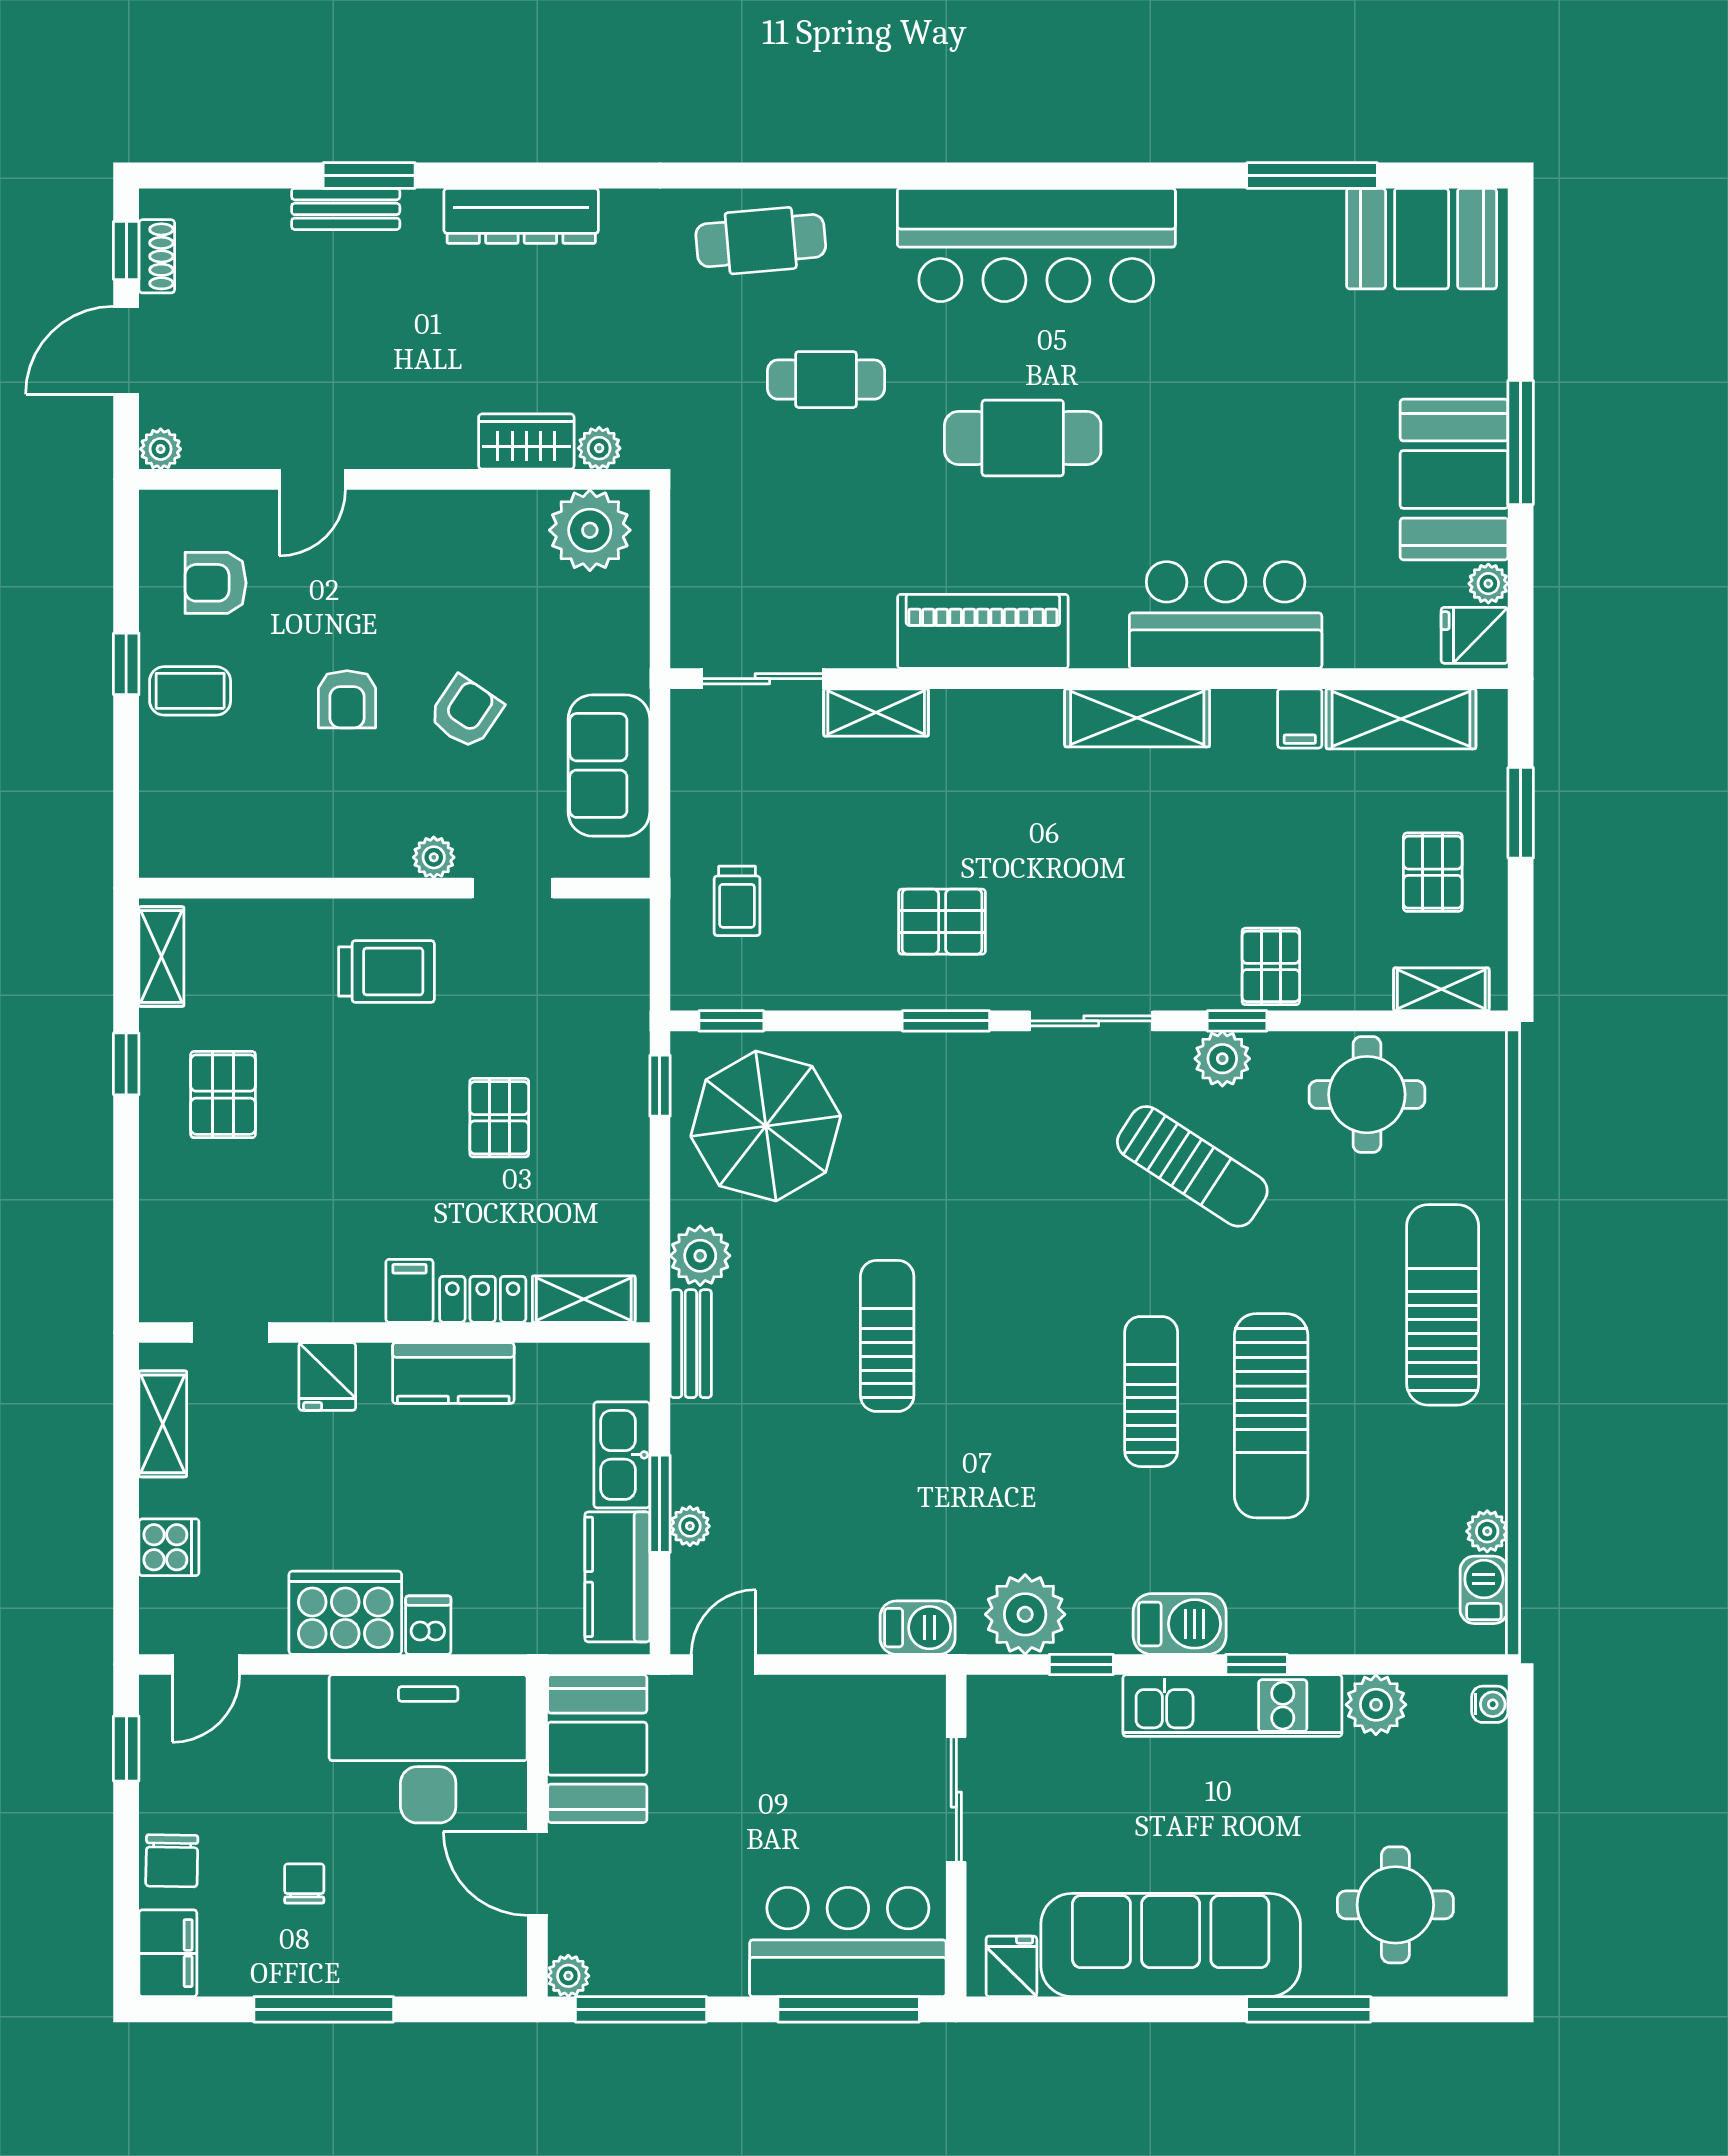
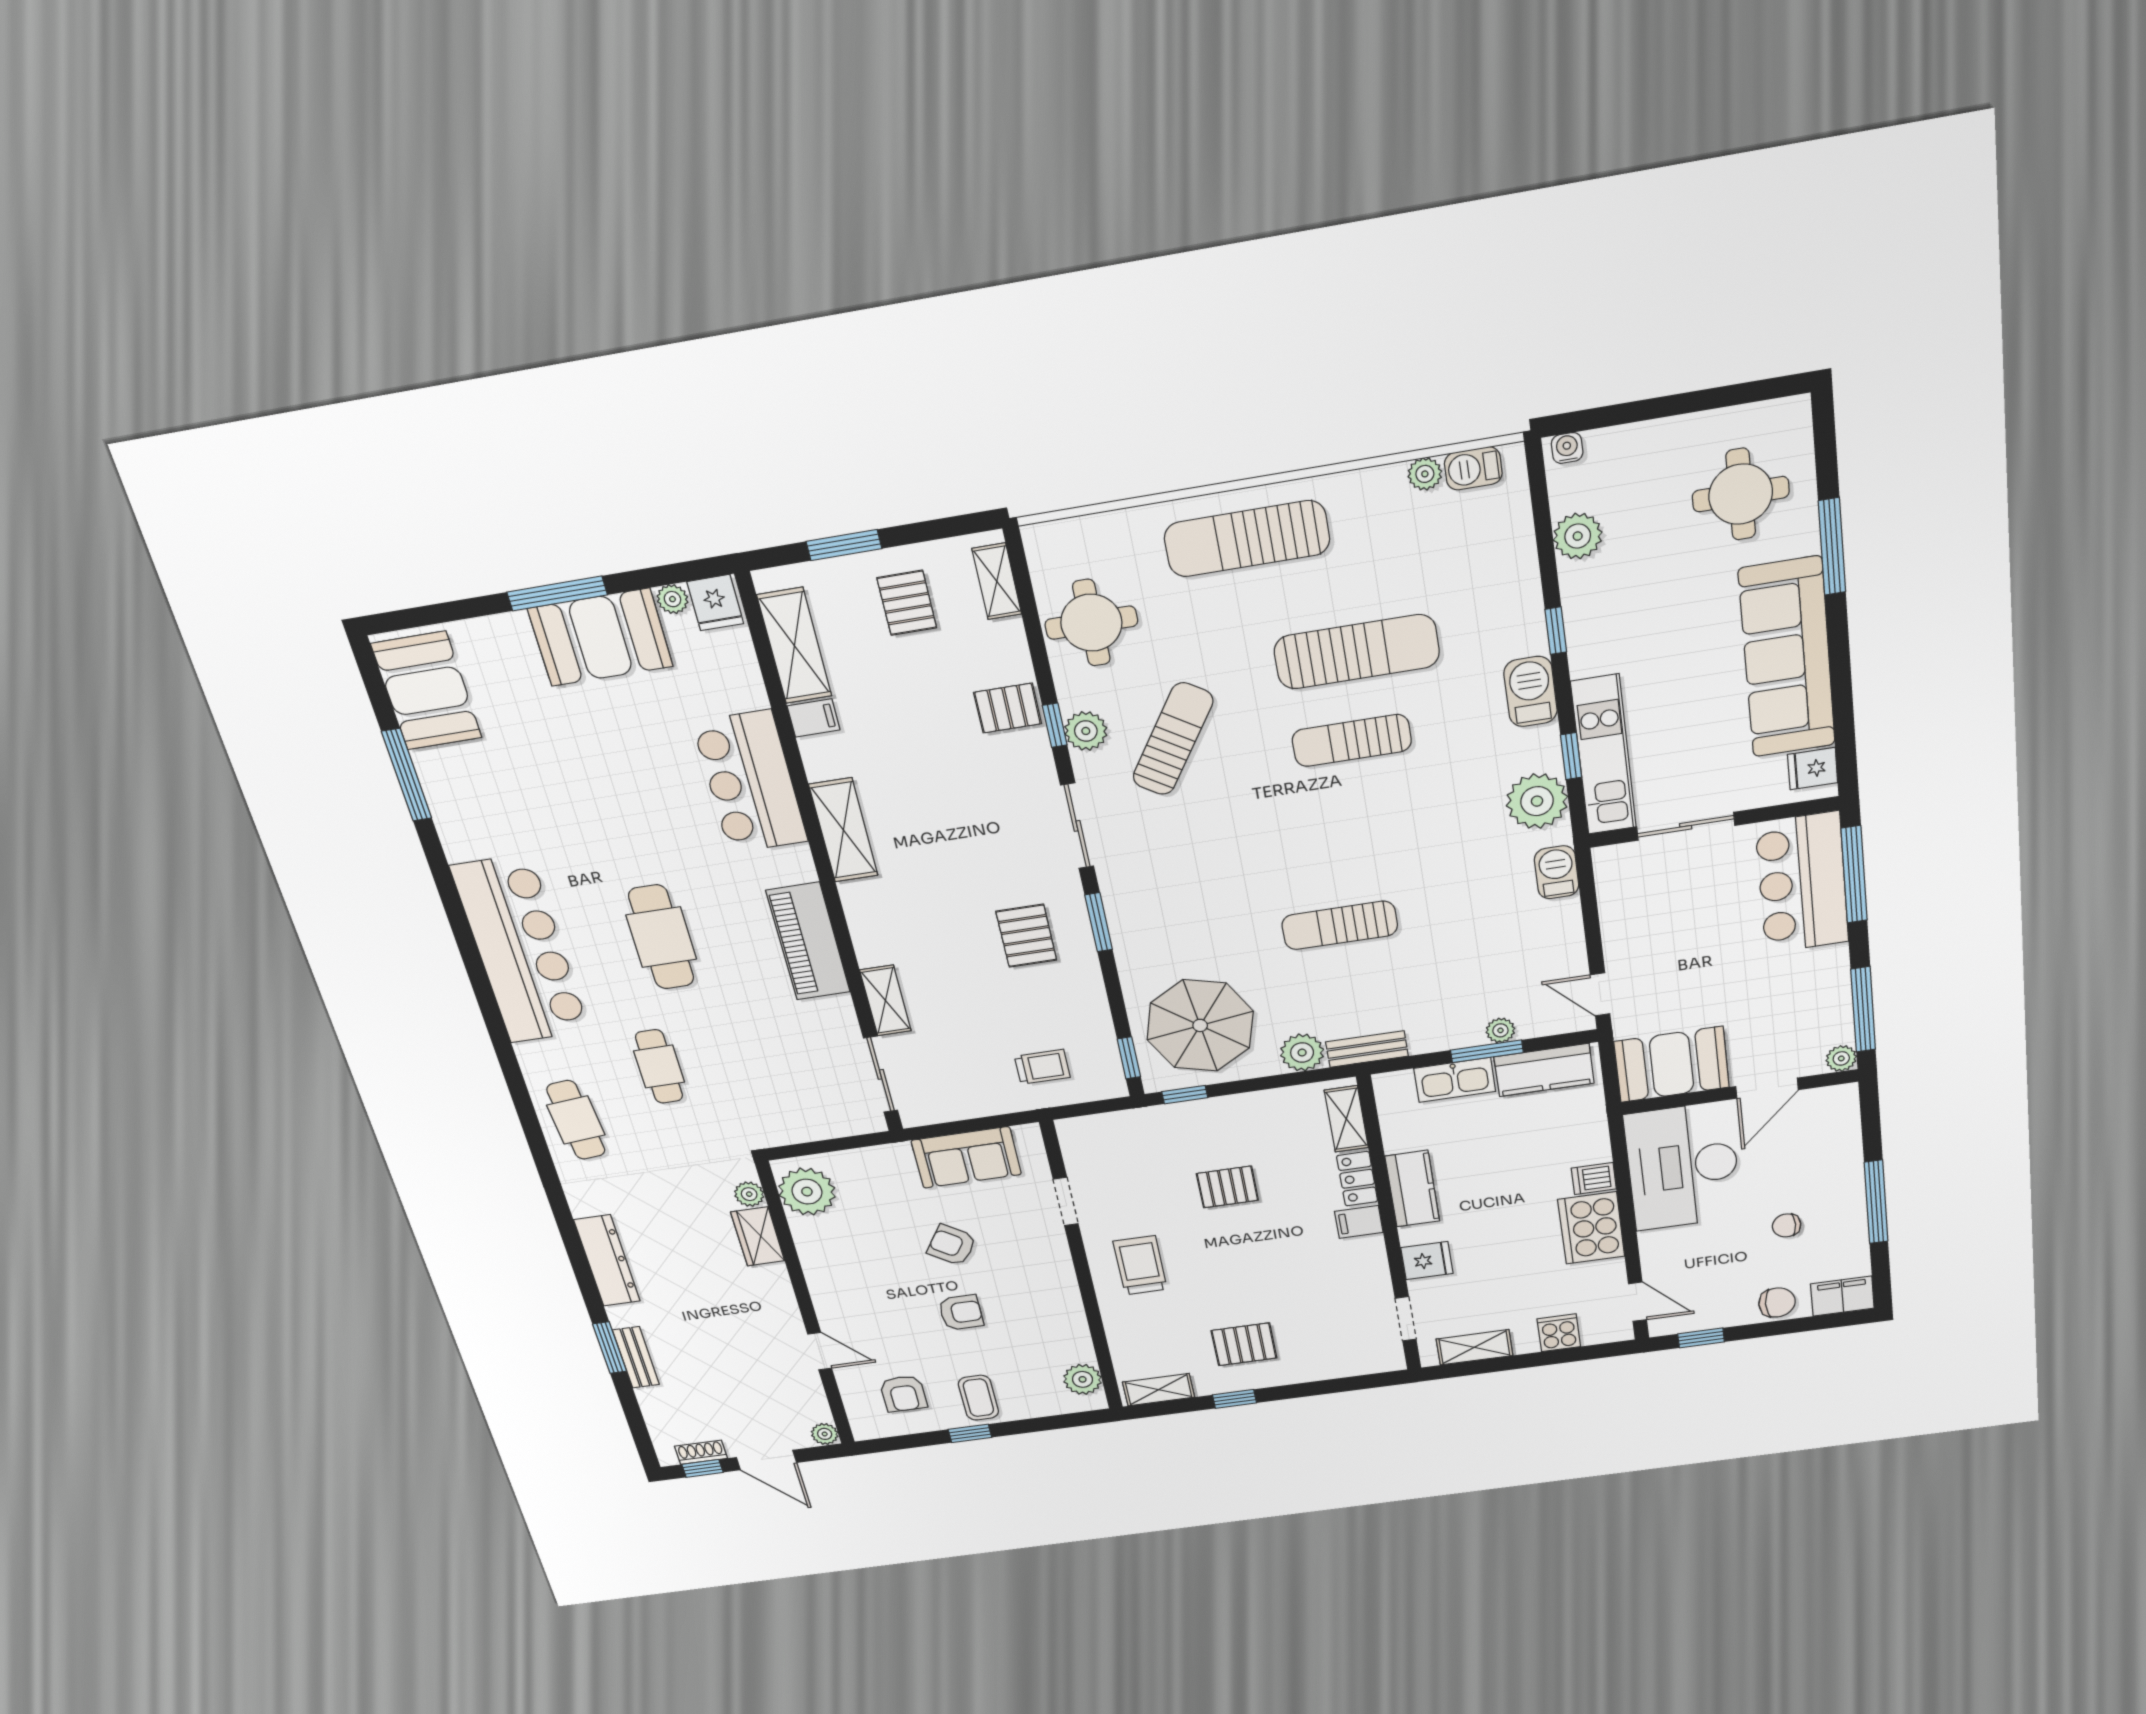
plant: (434, 857) -> (1083, 1379), moved, width x1.38, depth x1.38
pallet: (1433, 872) -> (907, 603), turned 90
kitchen unit: (1232, 1706) -> (1604, 755), moved

